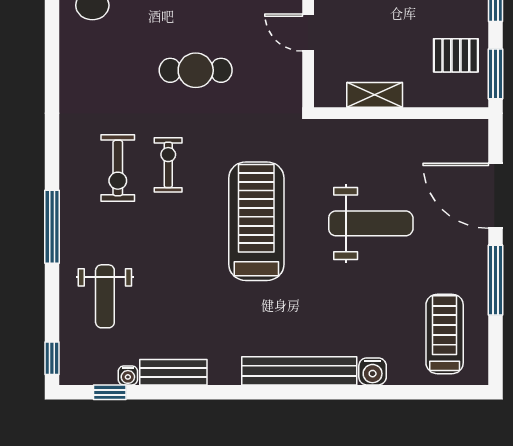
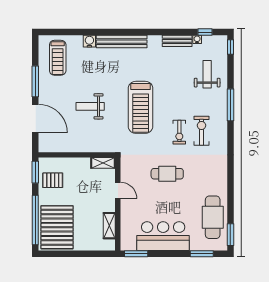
shelving: (375, 95) -> (103, 163), moved
weight bench: (371, 223) -> (90, 106), width x0.73, depth x0.75

